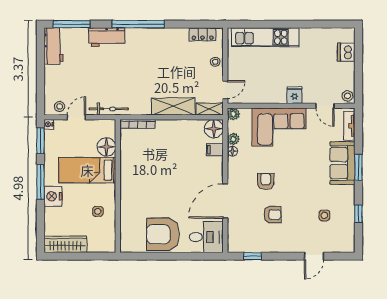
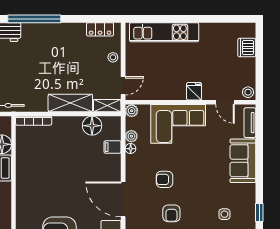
floor lamp: (214, 129) -> (92, 126), moved
window: (358, 168) -> (259, 165), removed
armchair: (266, 181) -> (165, 179), turned -90
door: (225, 201) -> (123, 199), hinge flipped
armchair: (272, 215) -> (171, 213), turned 90

